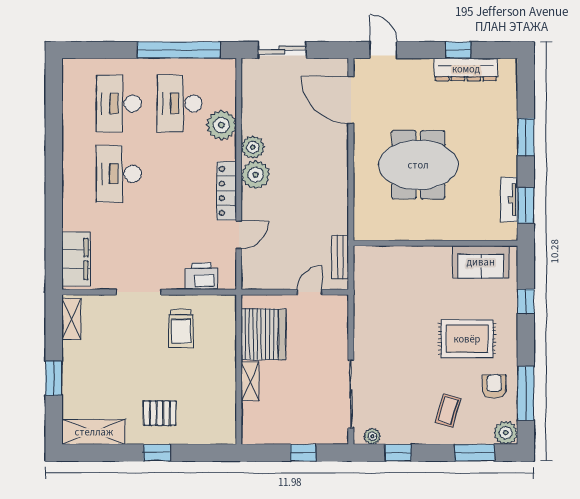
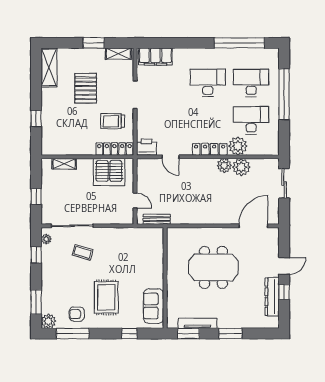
window: (179, 50) -> (284, 94), moved
door: (383, 50) -> (284, 266), moved
window: (54, 123) -> (239, 43), added
meeting table: (418, 165) -> (213, 267), turned 90
plant: (256, 175) -> (241, 167), moved
locker: (227, 191) -> (210, 149), moved
tv unit: (509, 200) -> (198, 323), width x1.41
printer: (201, 276) -> (146, 147), moved, turned -90
locker: (226, 325) -> (114, 149), added
window: (54, 378) -> (94, 43), moved
shelving: (250, 381) -> (64, 164), moved
armchair: (494, 387) -> (77, 314), turned 180
coffee table: (448, 411) -> (83, 252), moved
pallet: (160, 413) -> (86, 88), moved, width x1.50, depth x1.42
window: (157, 453) -> (36, 119), moved

